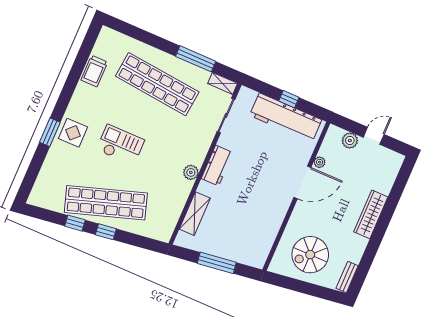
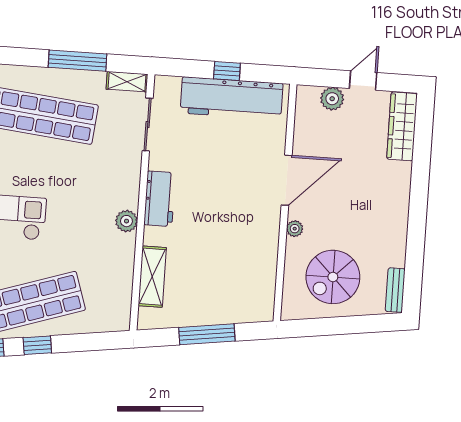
plant: (320, 162) -> (295, 229), moved
wardrobe: (371, 214) -> (402, 126), moved

